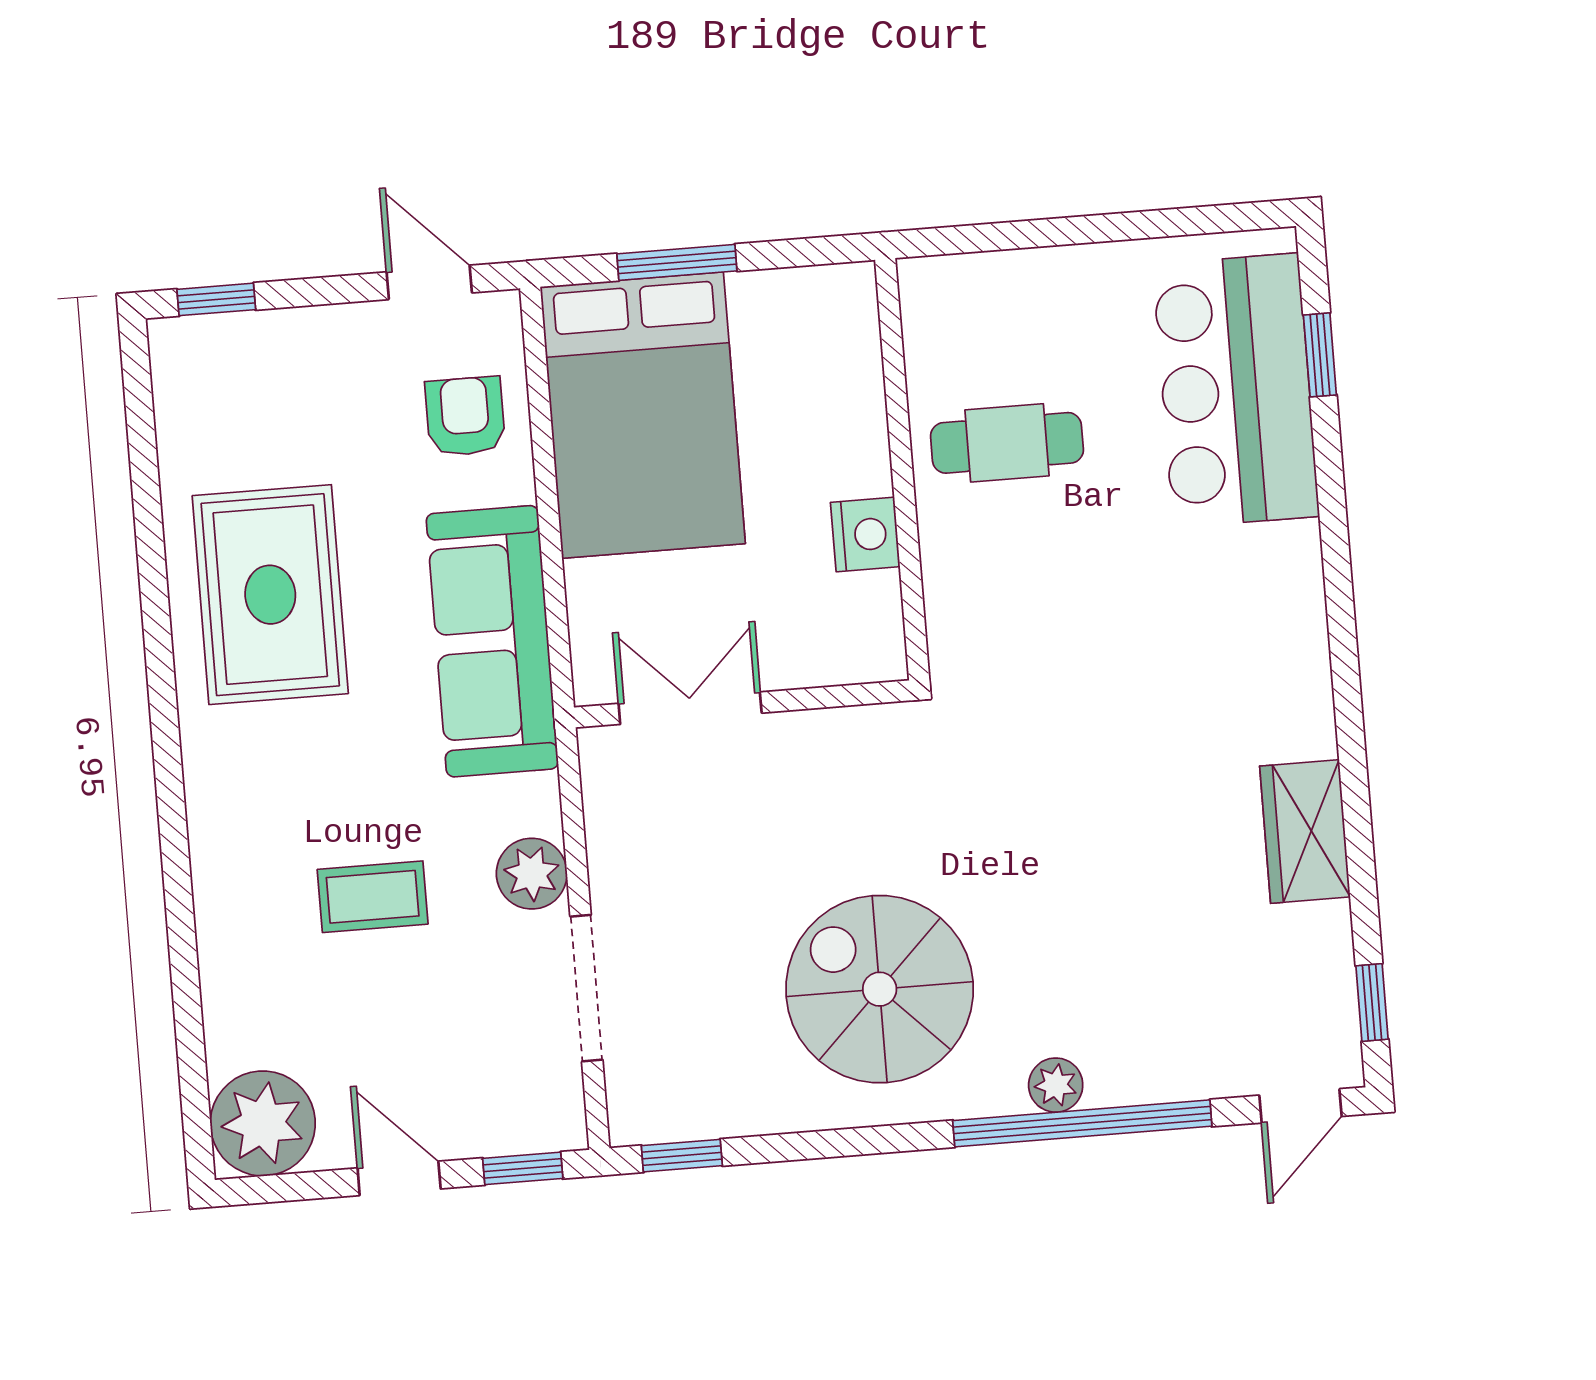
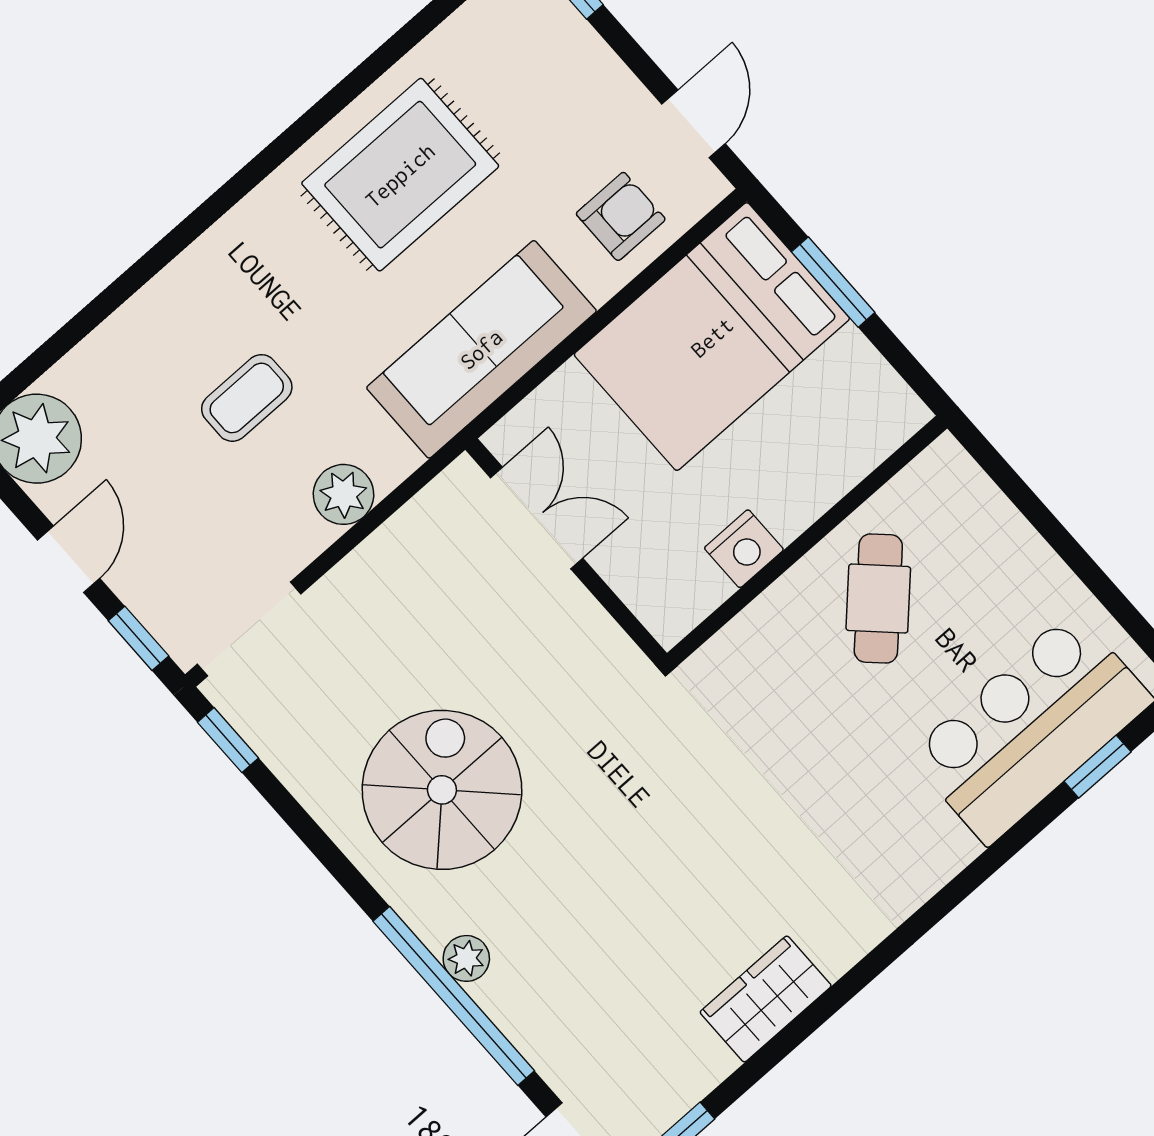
cafe table: (1007, 443) -> (878, 599), turned 44
coffee table: (373, 897) -> (247, 398), turned 90
doorway: (586, 988) -> (249, 629), moved

